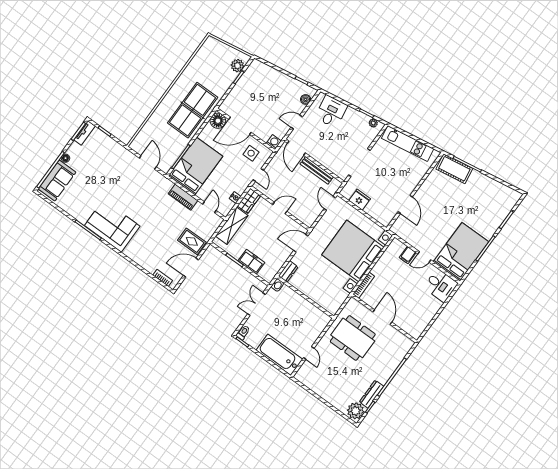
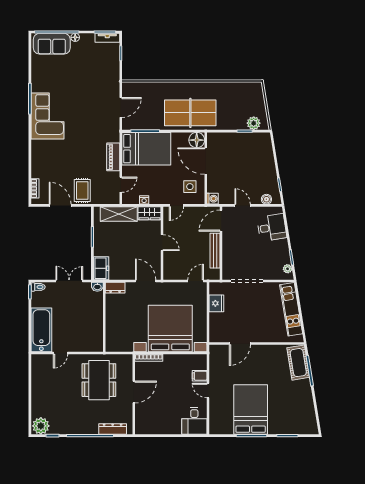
bed: (461, 252) -> (251, 410), moved, turned -90
freezer: (251, 262) -> (101, 268), moved
dresser: (372, 394) -> (113, 429), moved

